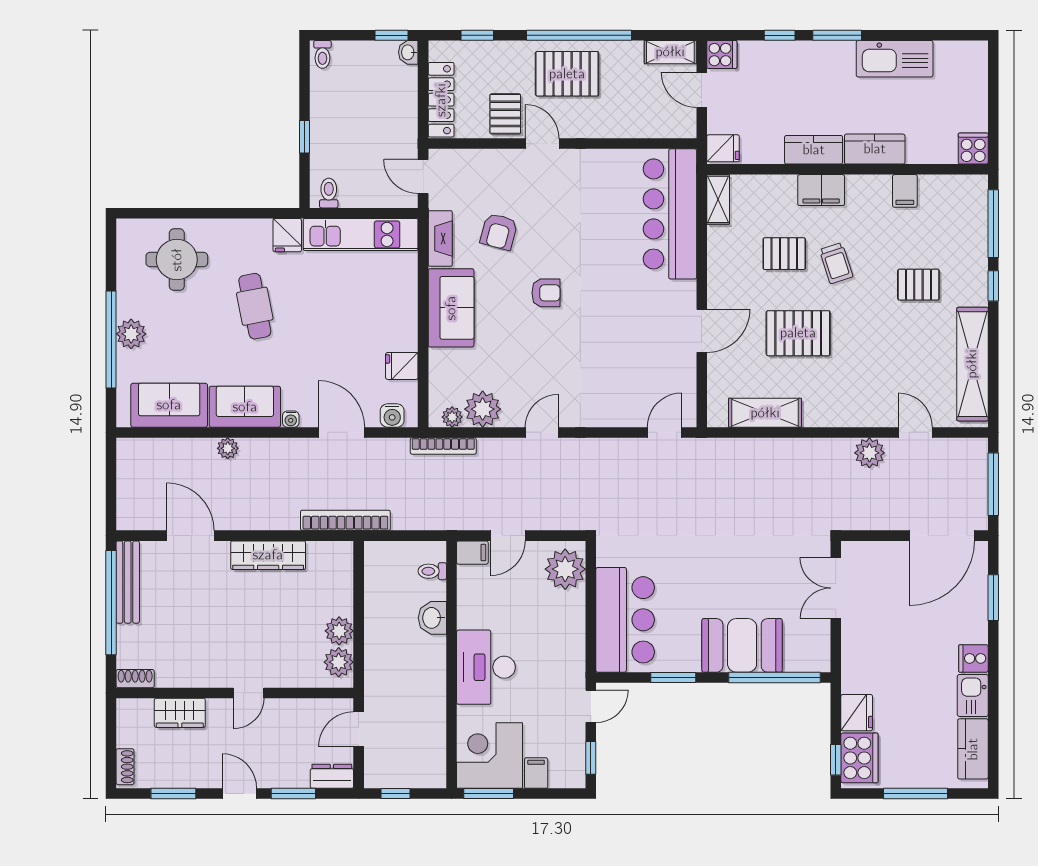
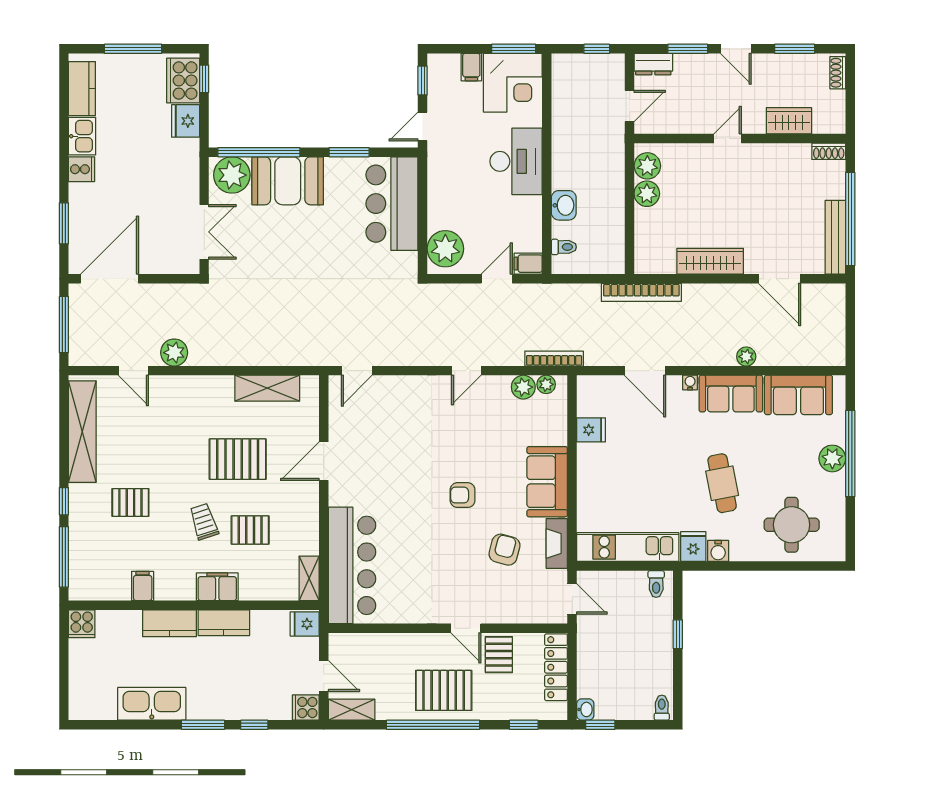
plant: (483, 409) -> (523, 387), width x0.73, depth x0.73
water cooler: (392, 415) -> (718, 551), moved, turned 180
plant: (805, 652) -> (232, 175), added

